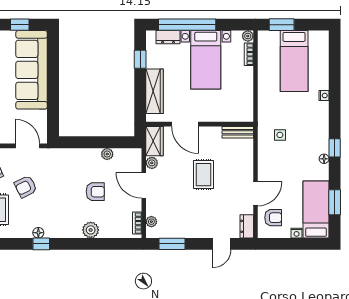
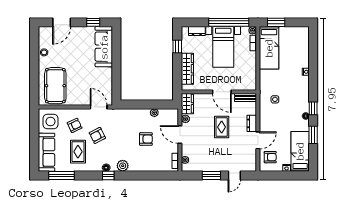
window: (187, 25) -> (229, 22), moved
bed: (294, 61) -> (269, 48), moved
sofa: (32, 70) -> (104, 47), width x0.74, depth x0.79
door: (185, 124) -> (222, 92), moved
window: (335, 202) -> (313, 135), moved
dresser: (247, 226) -> (252, 123), moved
plant: (91, 230) -> (123, 166), moved
window: (172, 244) -> (211, 175), moved

